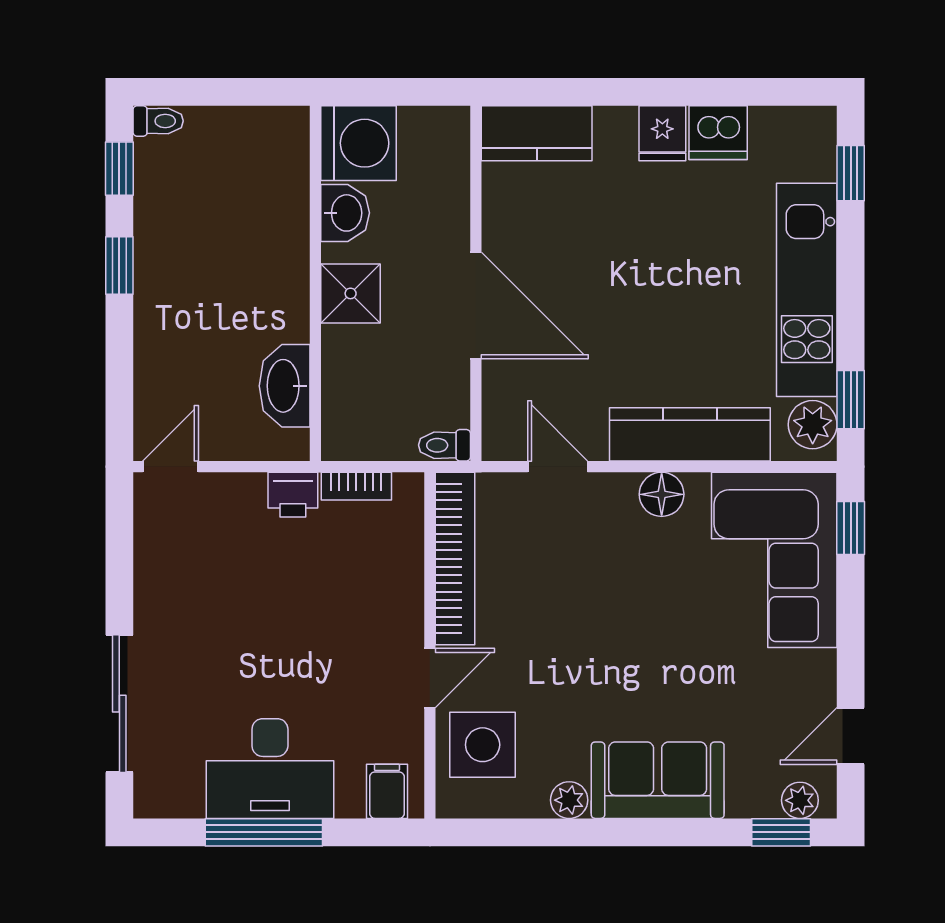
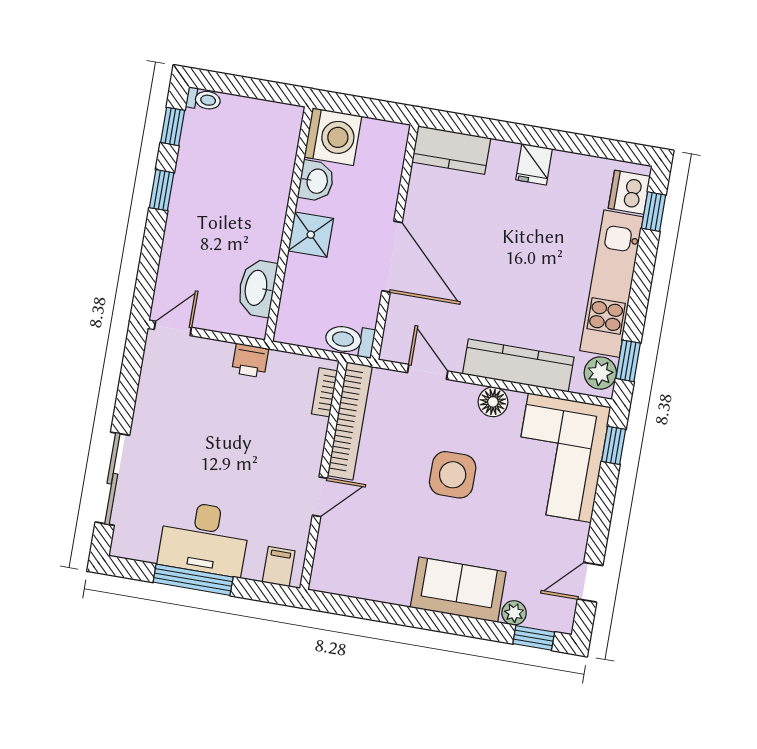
dishwasher: (718, 133) -> (629, 192), moved, turned 90
toilet: (444, 445) -> (350, 340), width x1.37, depth x1.39
bookcase: (356, 486) -> (324, 392), moved, turned 90
side table: (483, 745) -> (453, 475), moved
plant: (569, 800) -> (398, 593), removed
plant: (800, 800) -> (514, 613), moved

